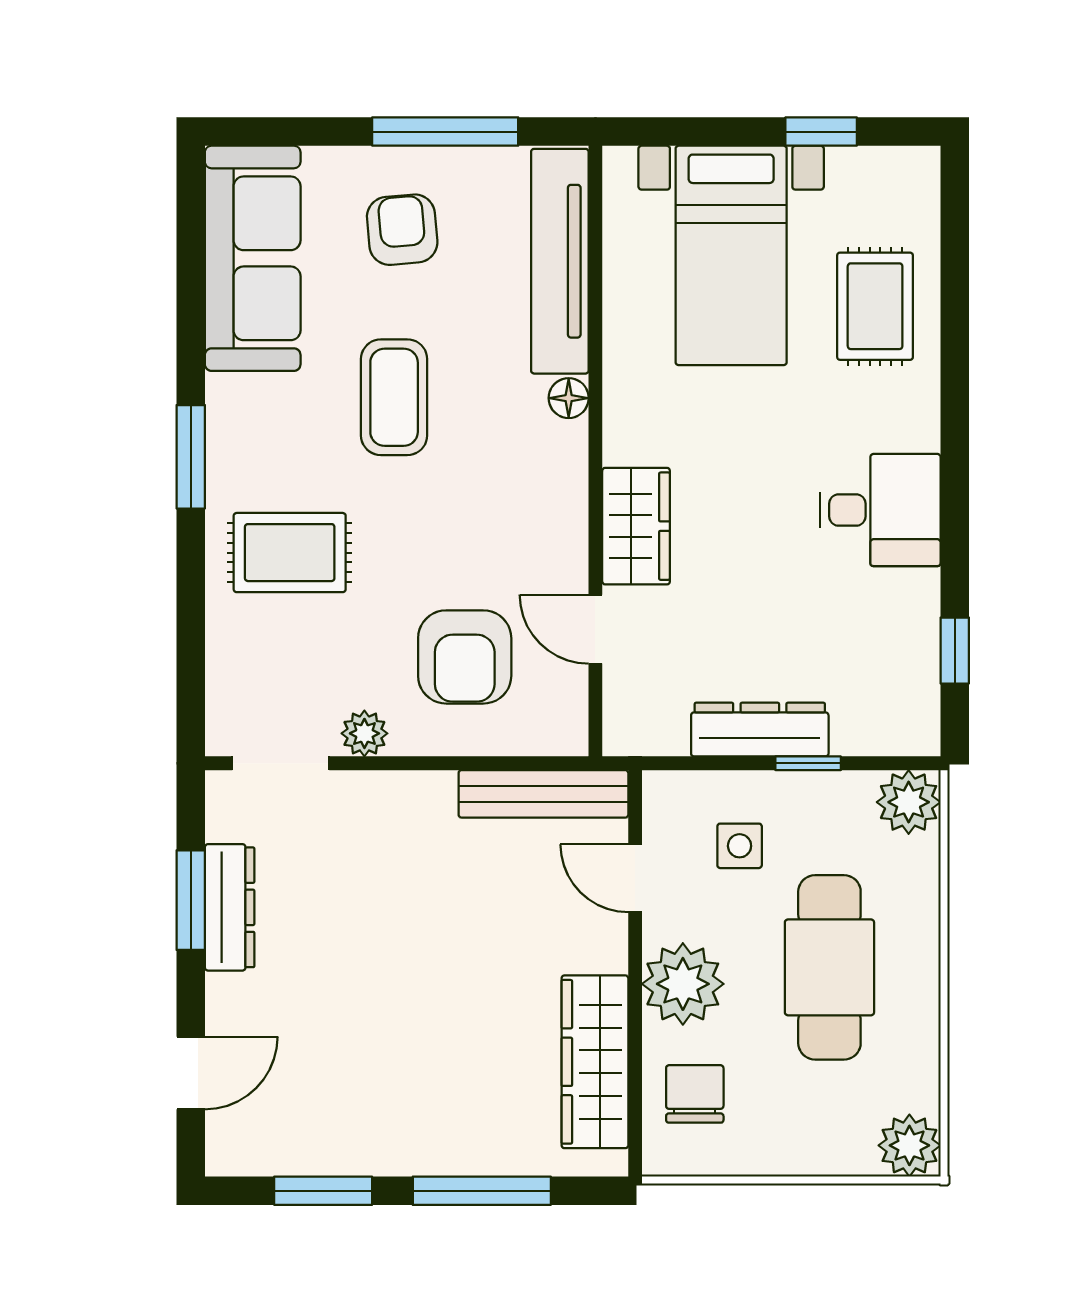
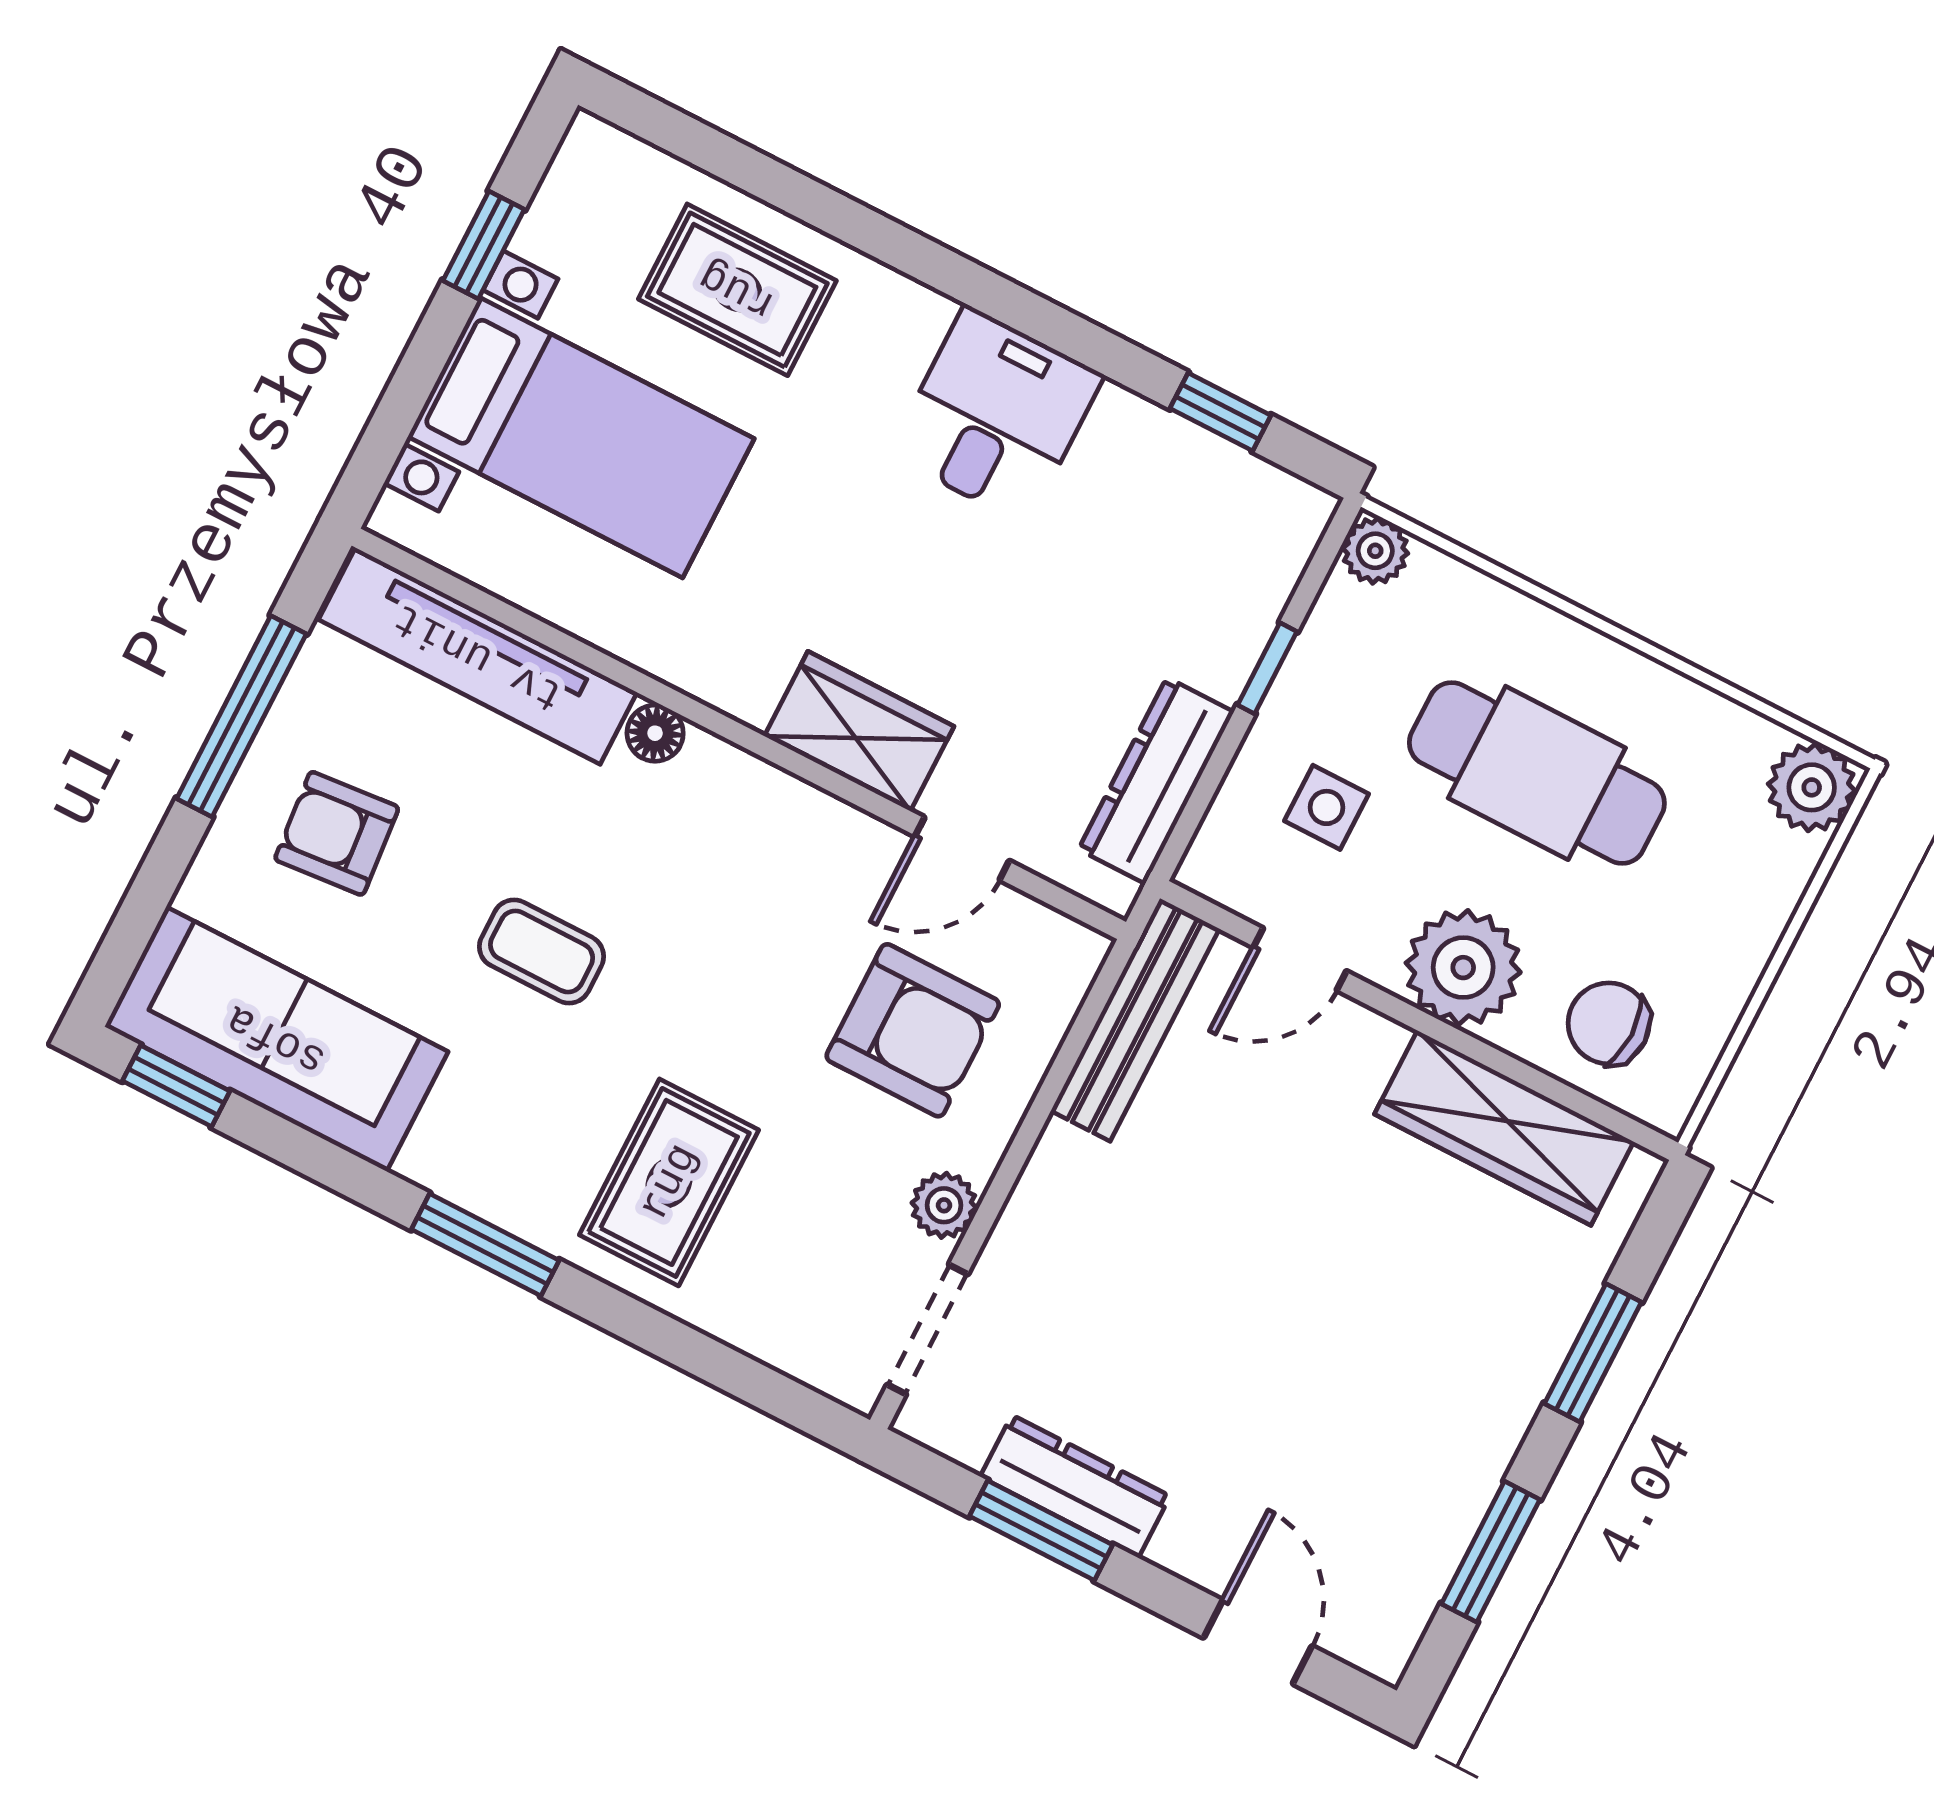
window: (191, 210) -> (176, 1086), added
coffee table: (394, 397) -> (542, 951), width x0.73, depth x0.77
dresser: (760, 730) -> (1156, 781), moved
plant: (909, 802) -> (1375, 551), width x0.73, depth x0.73
window: (482, 1191) -> (1593, 1353), width x0.69

